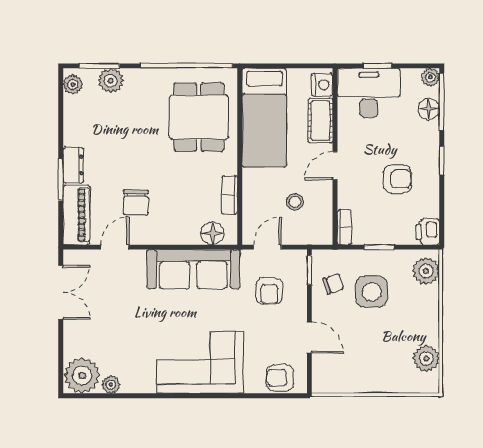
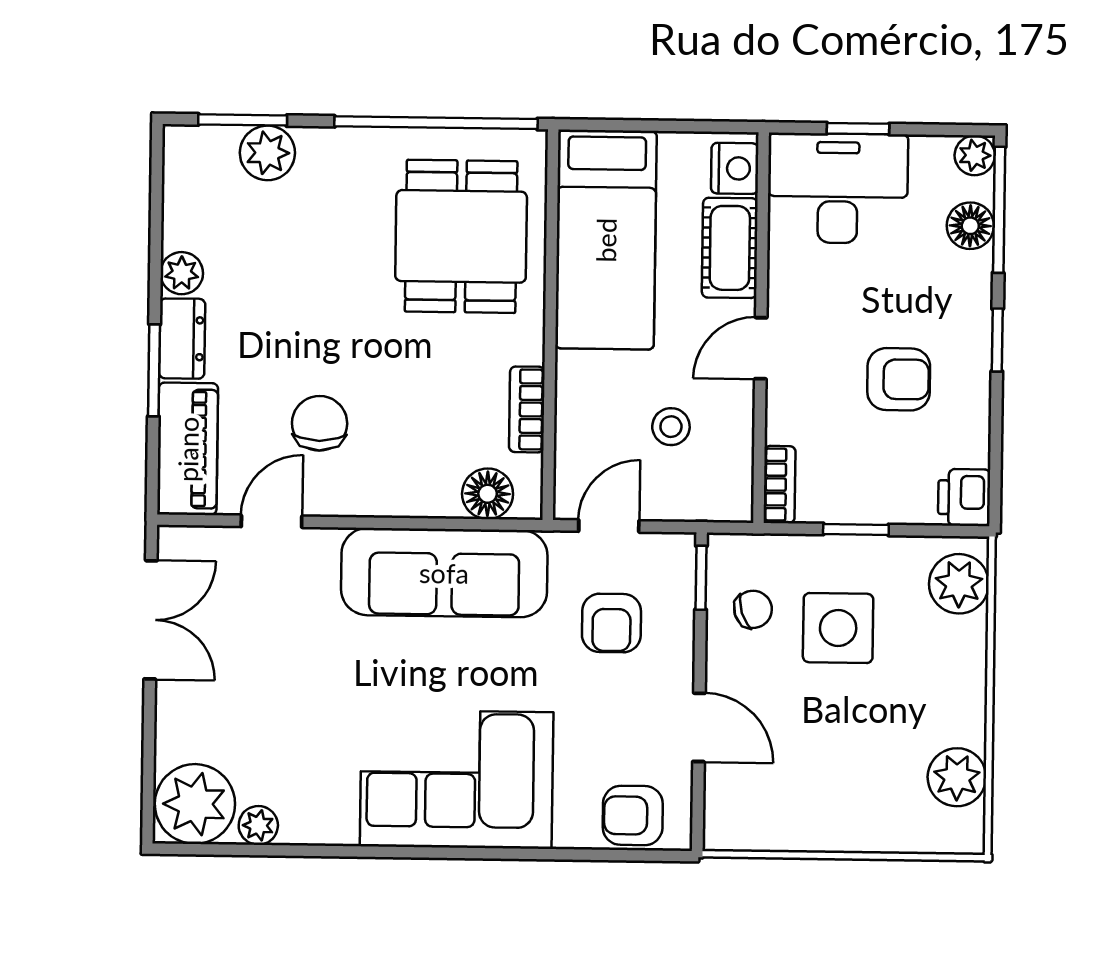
plant: (73, 85) -> (182, 273), moved
chair: (136, 202) -> (320, 423), turned 180

